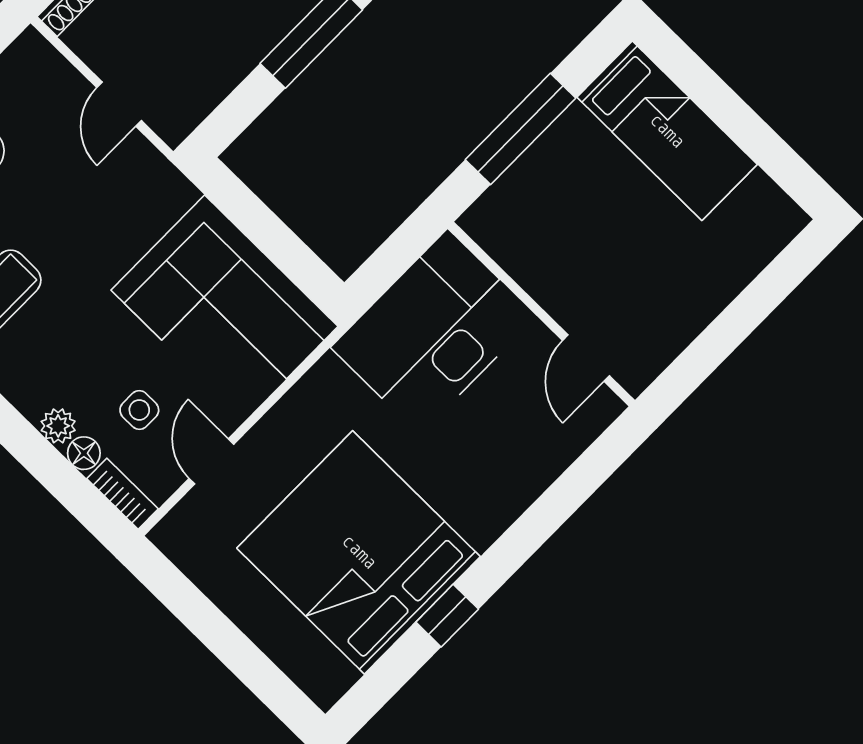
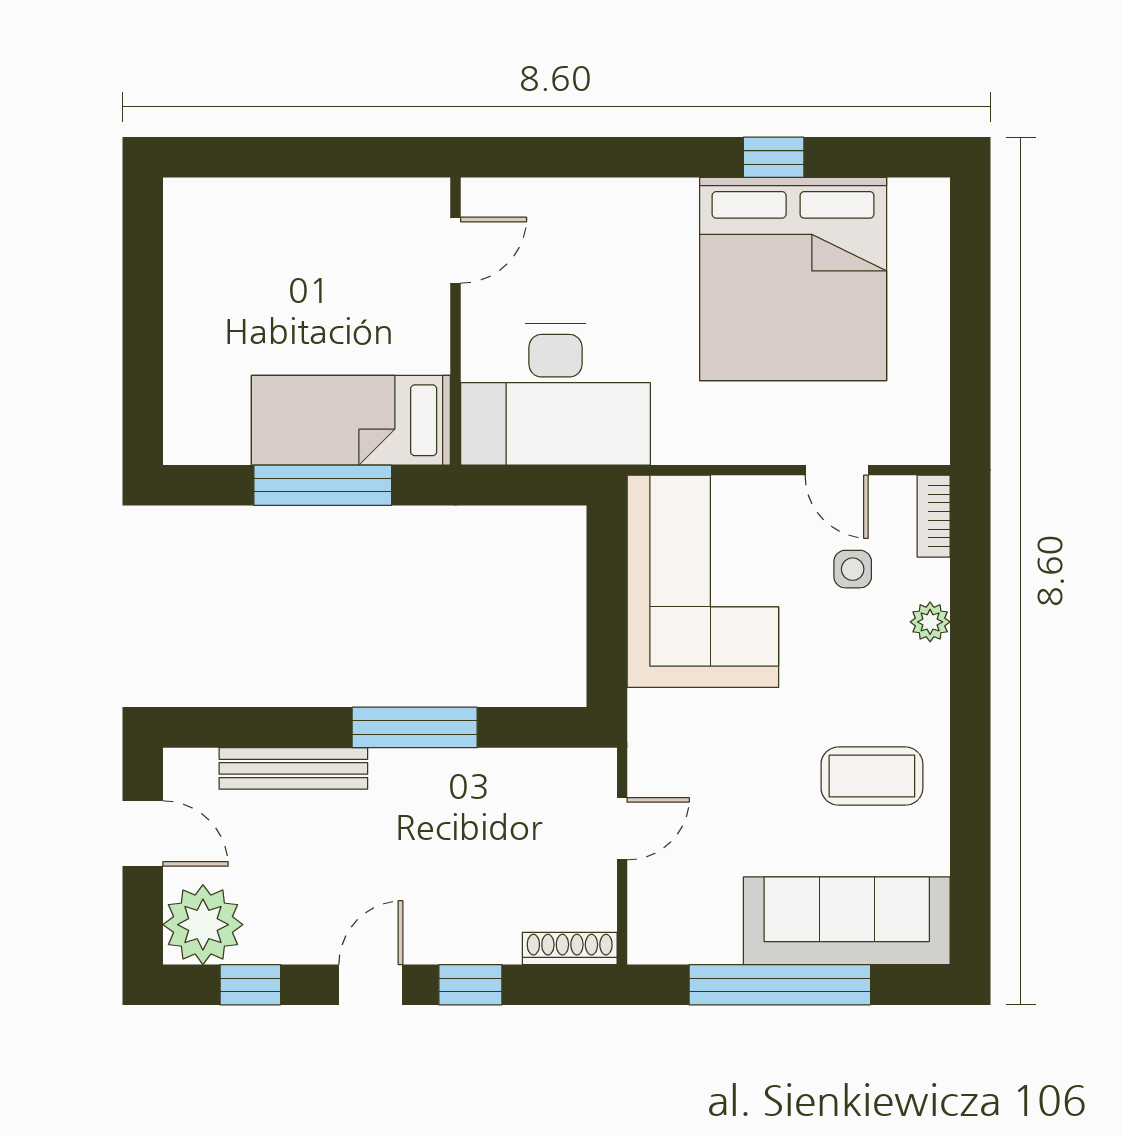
bed: (667, 131) -> (351, 420), moved, turned -90
floor lamp: (84, 453) -> (932, 579), removed
door: (211, 461) -> (837, 470), hinge flipped

